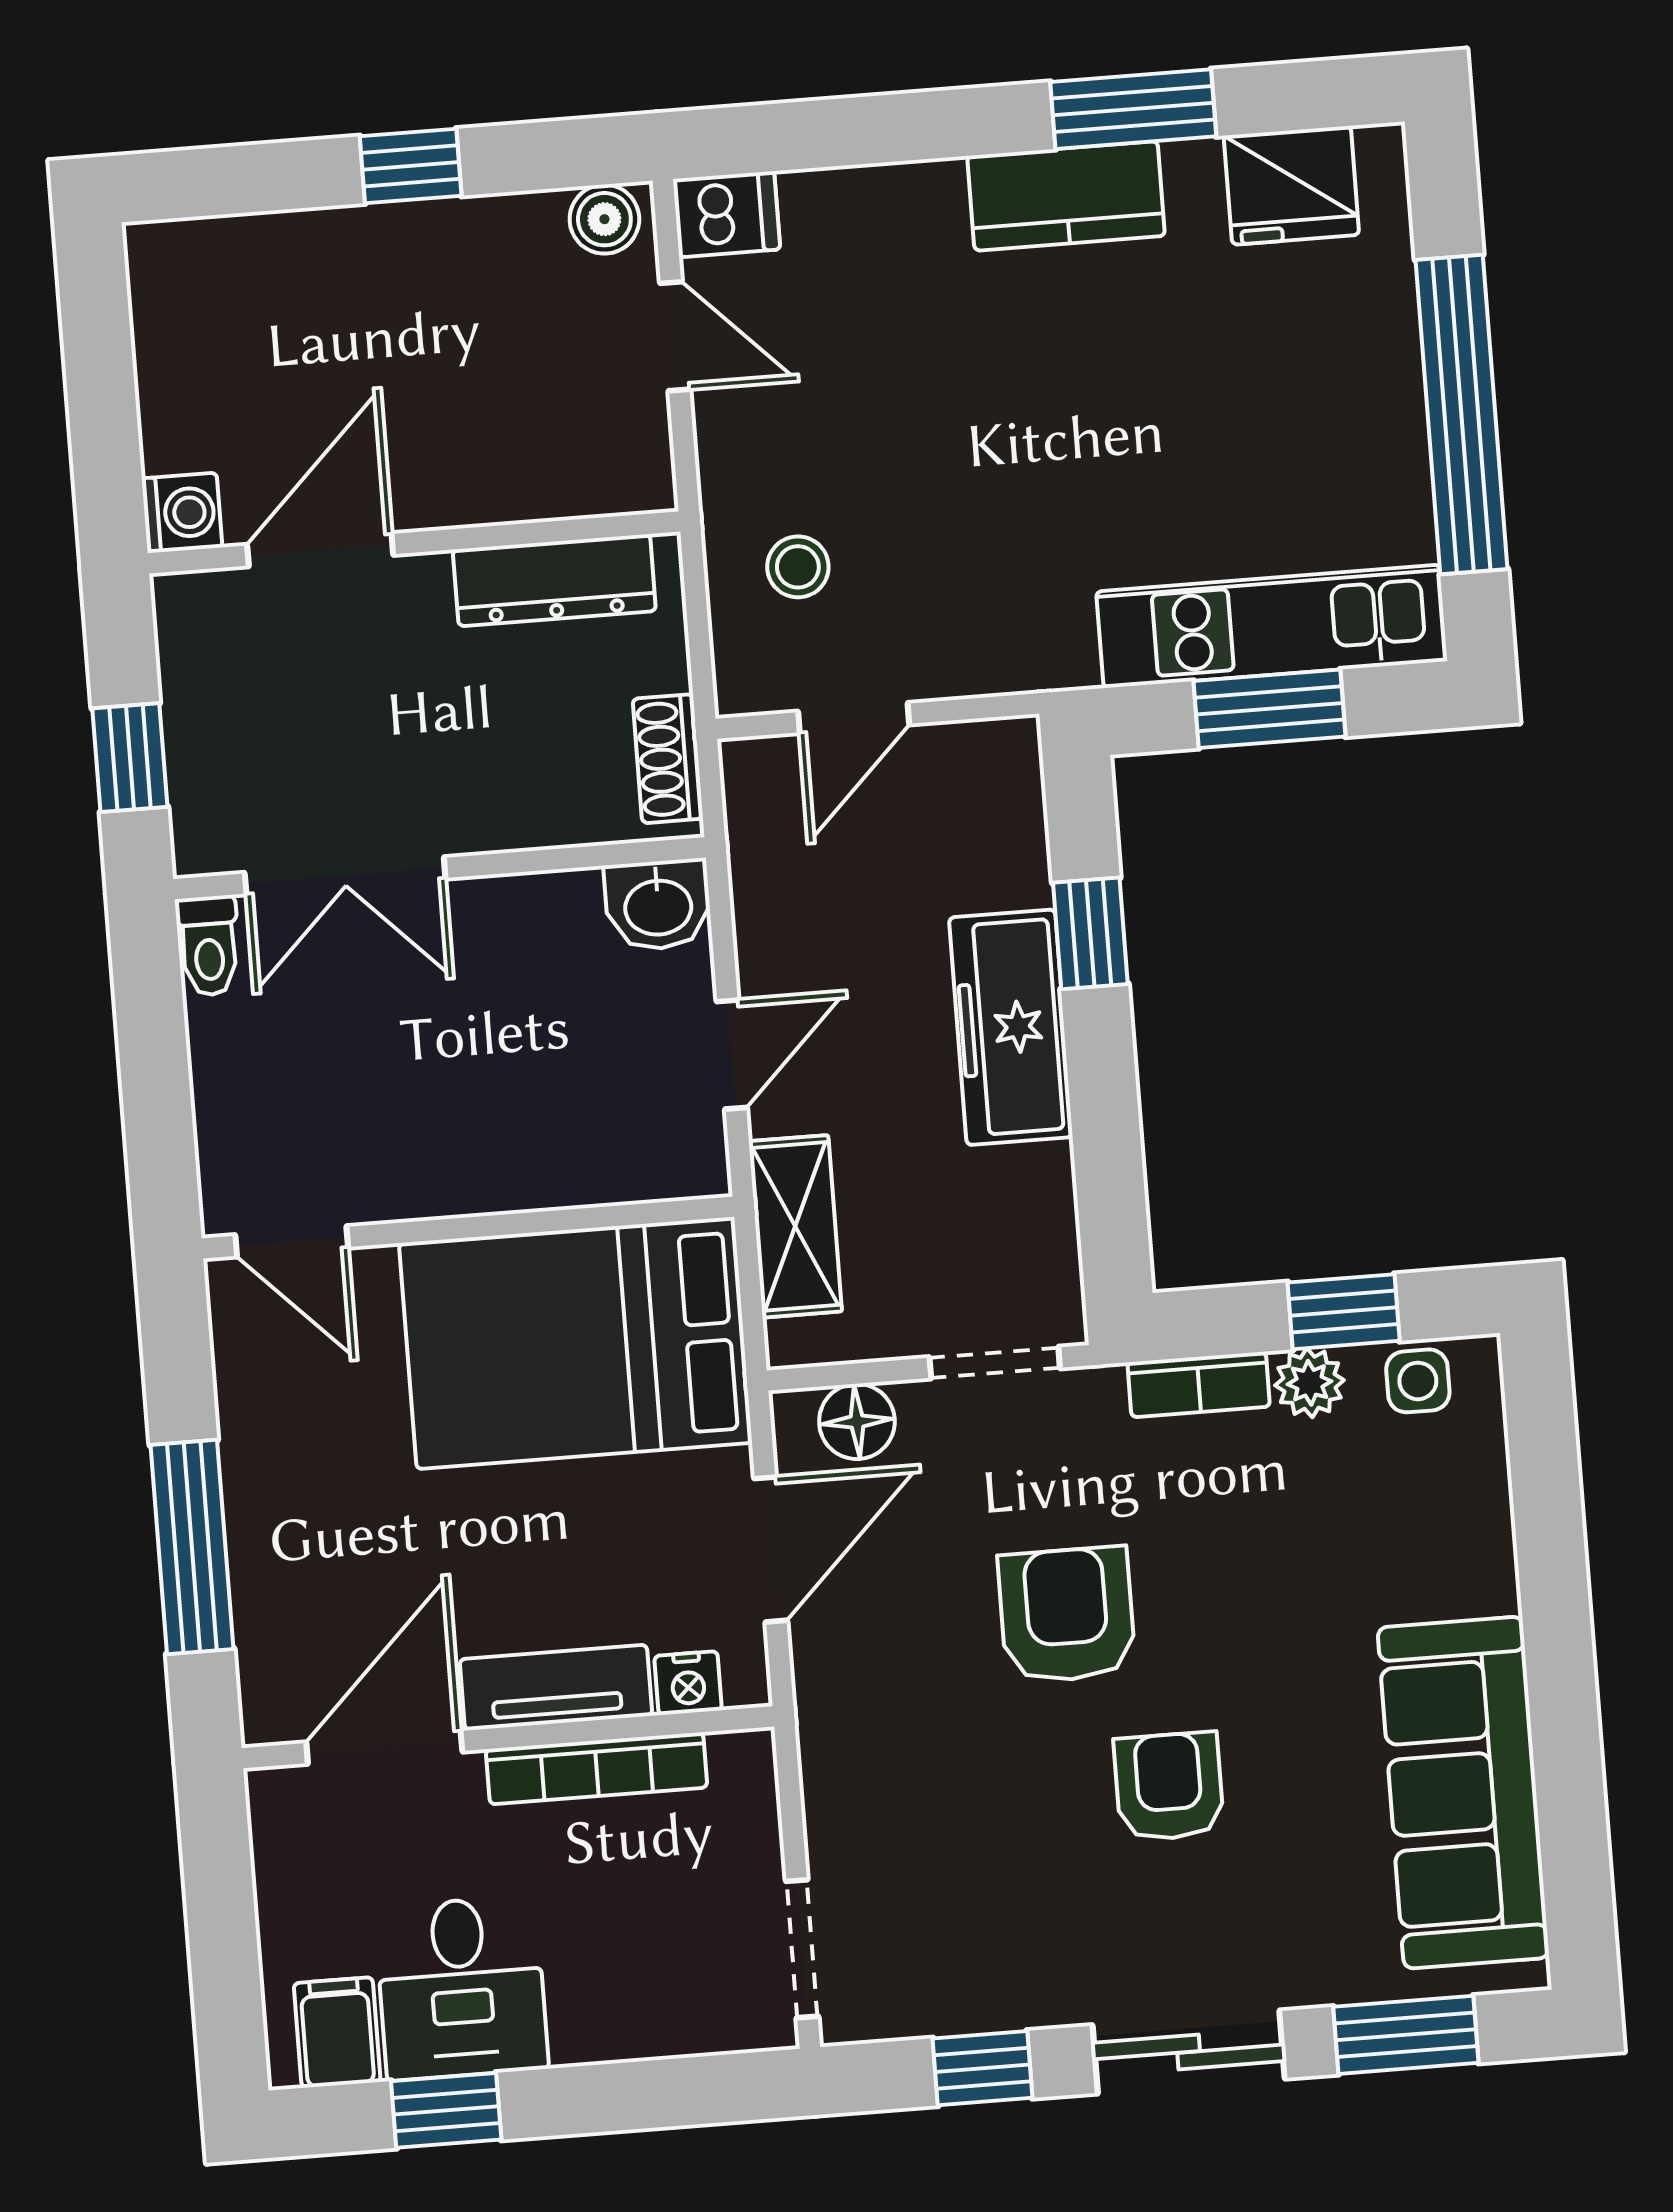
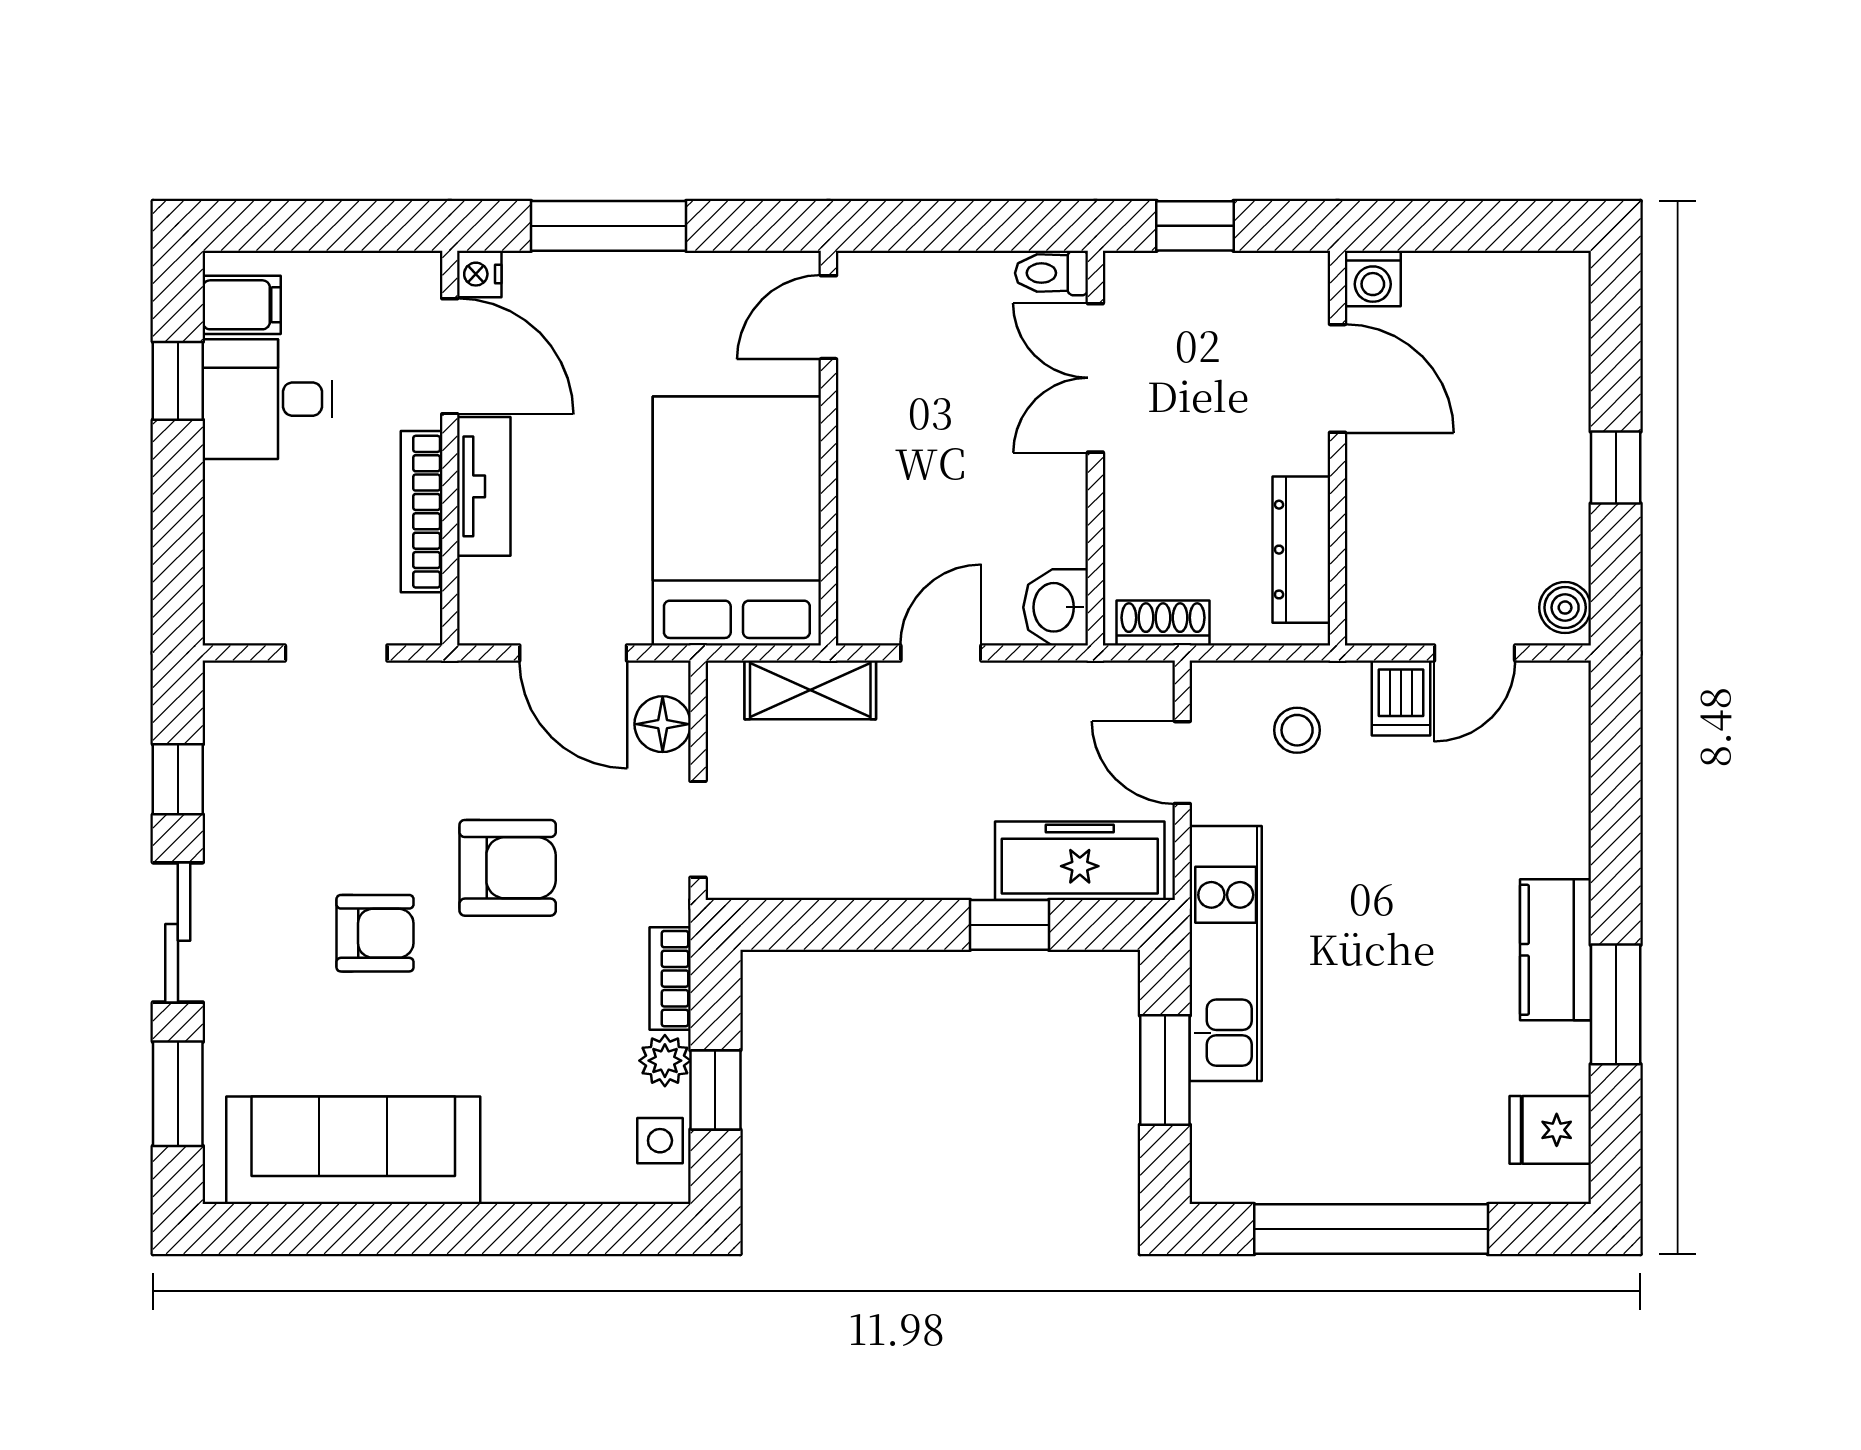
fridge: (1291, 185) -> (1550, 1130), width x0.72
dishwasher: (727, 214) -> (1401, 698), moved
kitchen unit: (1272, 626) -> (1226, 954), moved
freezer: (1011, 1027) -> (1080, 861), moved
door: (732, 1055) -> (941, 653), swing flipped
nightstand: (688, 1683) -> (479, 274), moved
doorway: (802, 1949) -> (336, 653), moved

